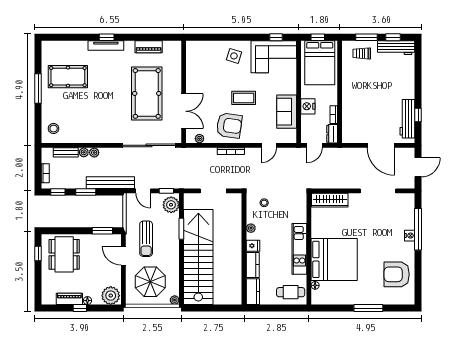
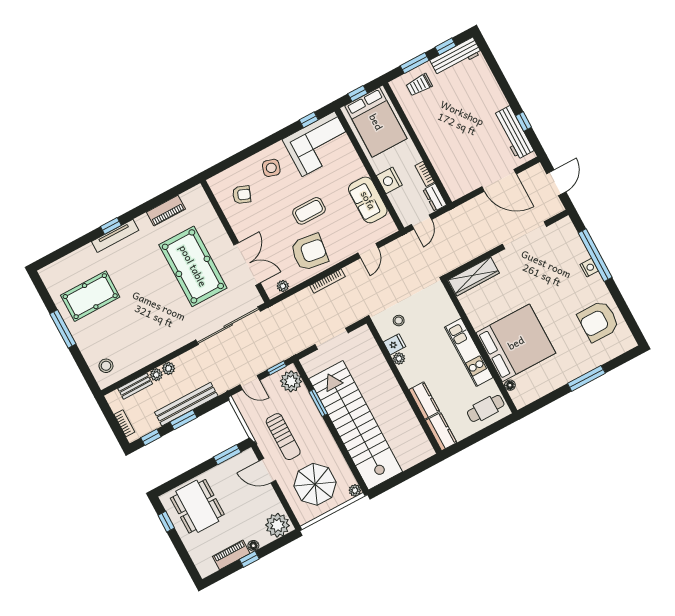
armchair: (205, 63) -> (242, 195), added
bench: (110, 183) -> (186, 404), moved
fridge: (253, 246) -> (395, 344), moved

